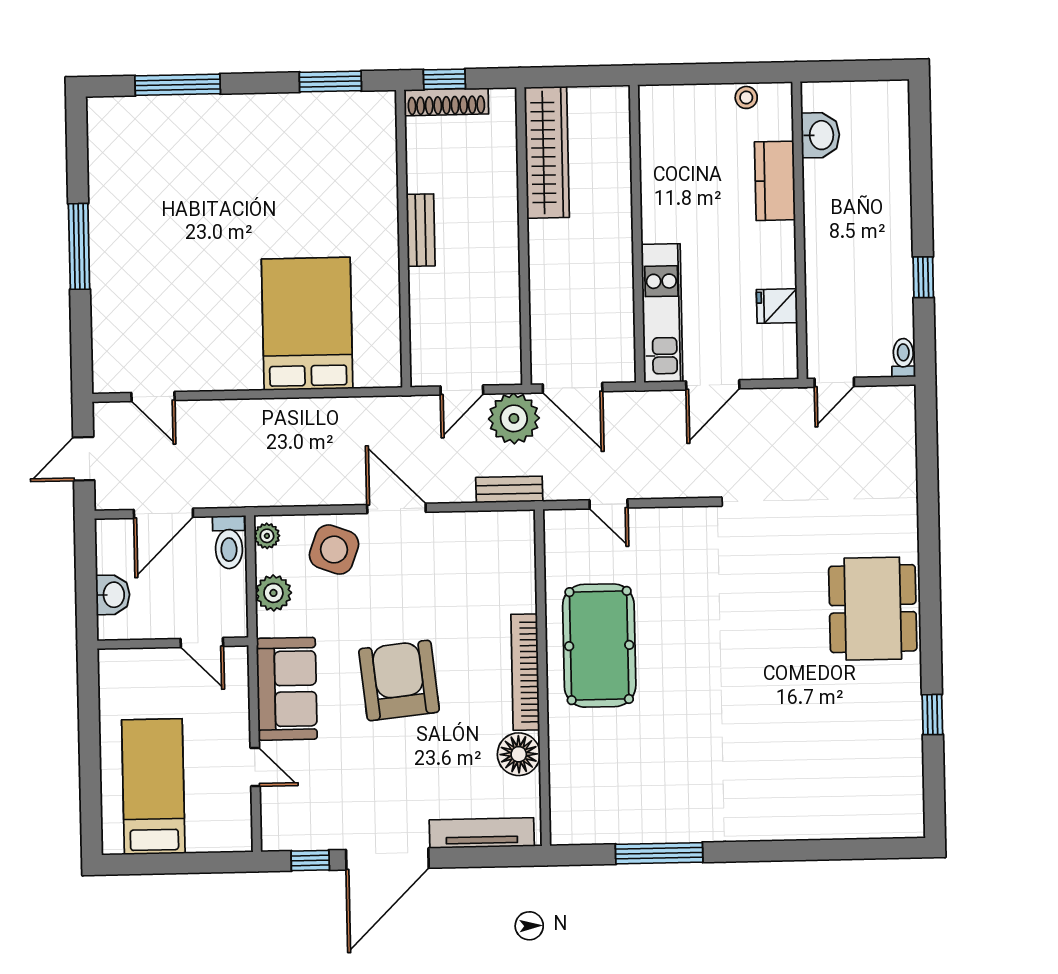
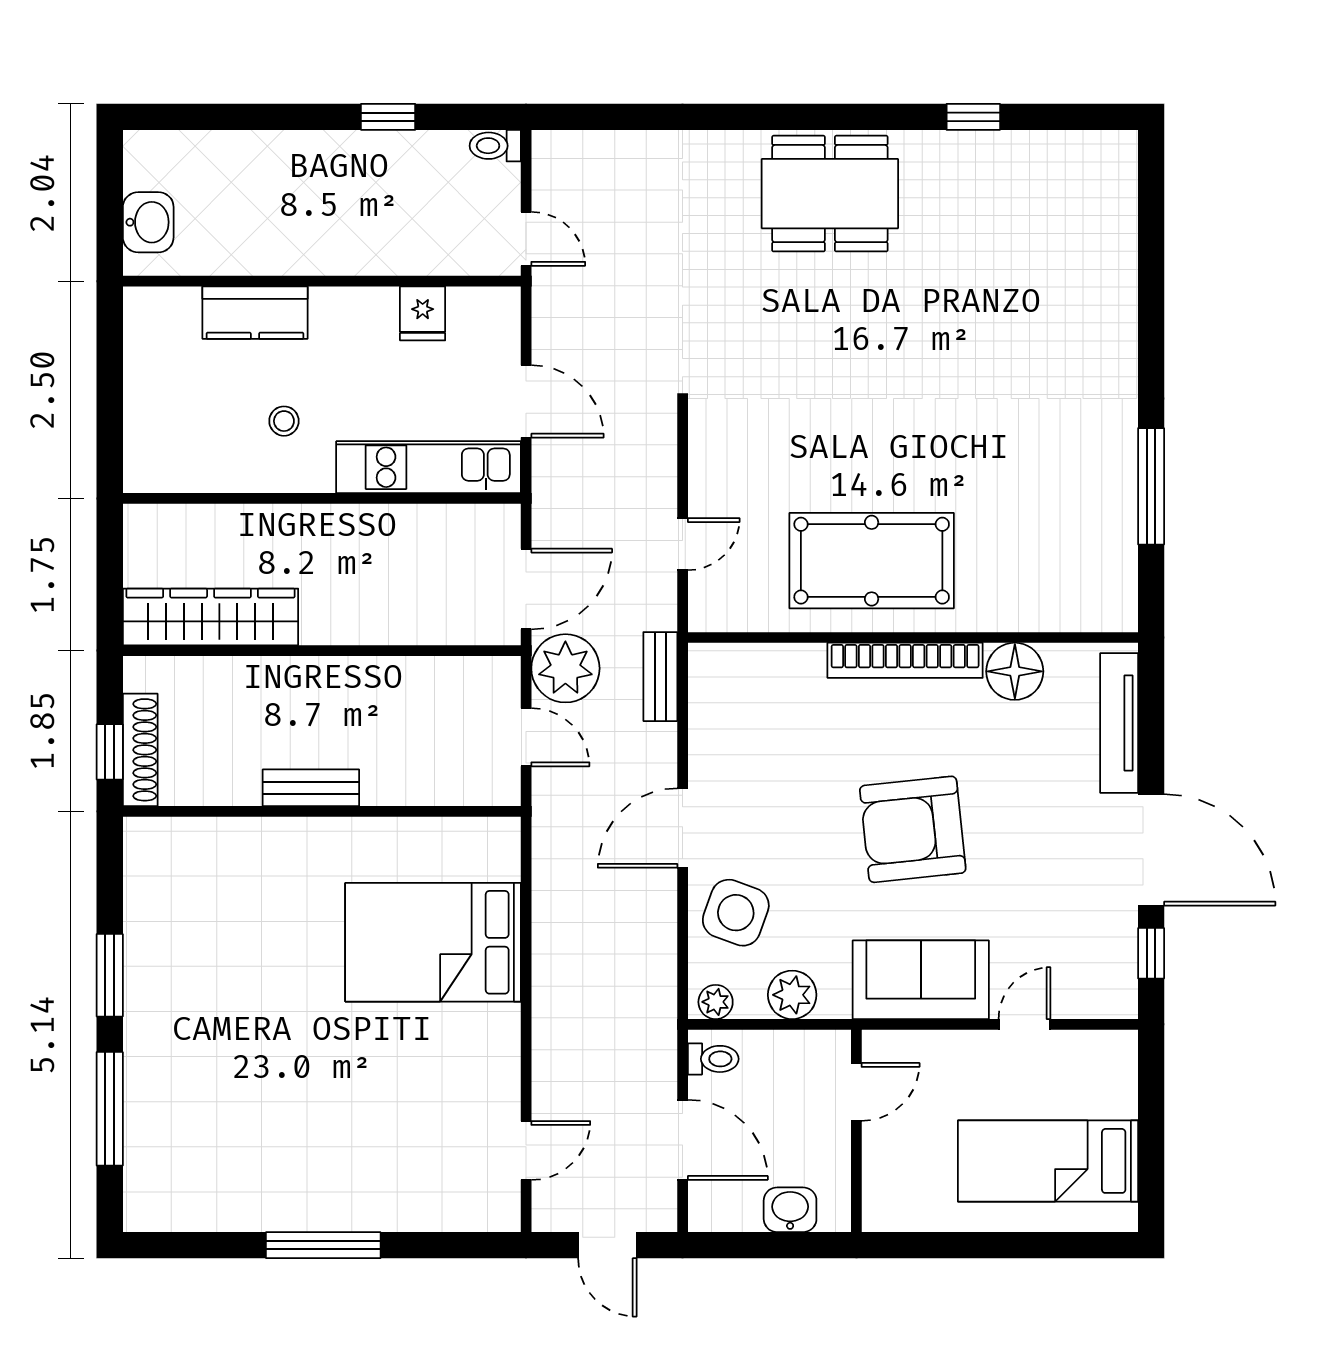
window: (330, 82) -> (110, 975), moved
stool: (746, 97) -> (284, 421), moved
washbasin: (820, 135) -> (148, 222), moved, turned 90
toilet: (229, 542) -> (713, 1059), width x0.73, depth x0.72

